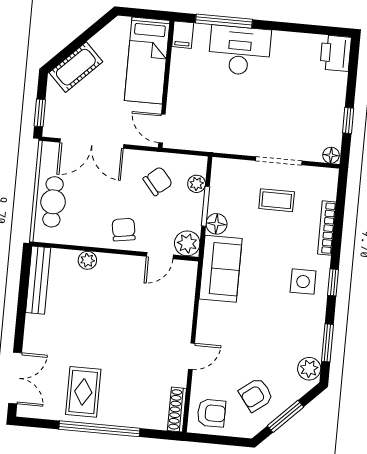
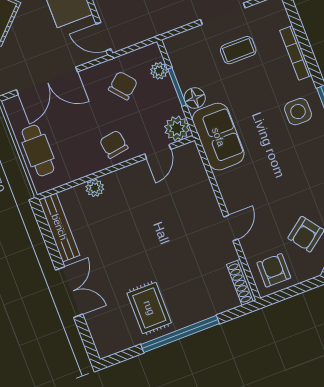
double door: (15, 378) -> (69, 292), moved
armchair: (211, 413) -> (274, 270), turned -90

